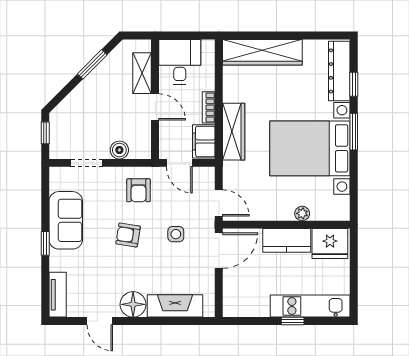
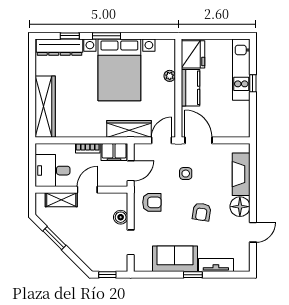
wardrobe: (234, 132) -> (129, 129), moved
armchair: (128, 235) -> (202, 212), moved
tv unit: (58, 295) -> (216, 265), moved

